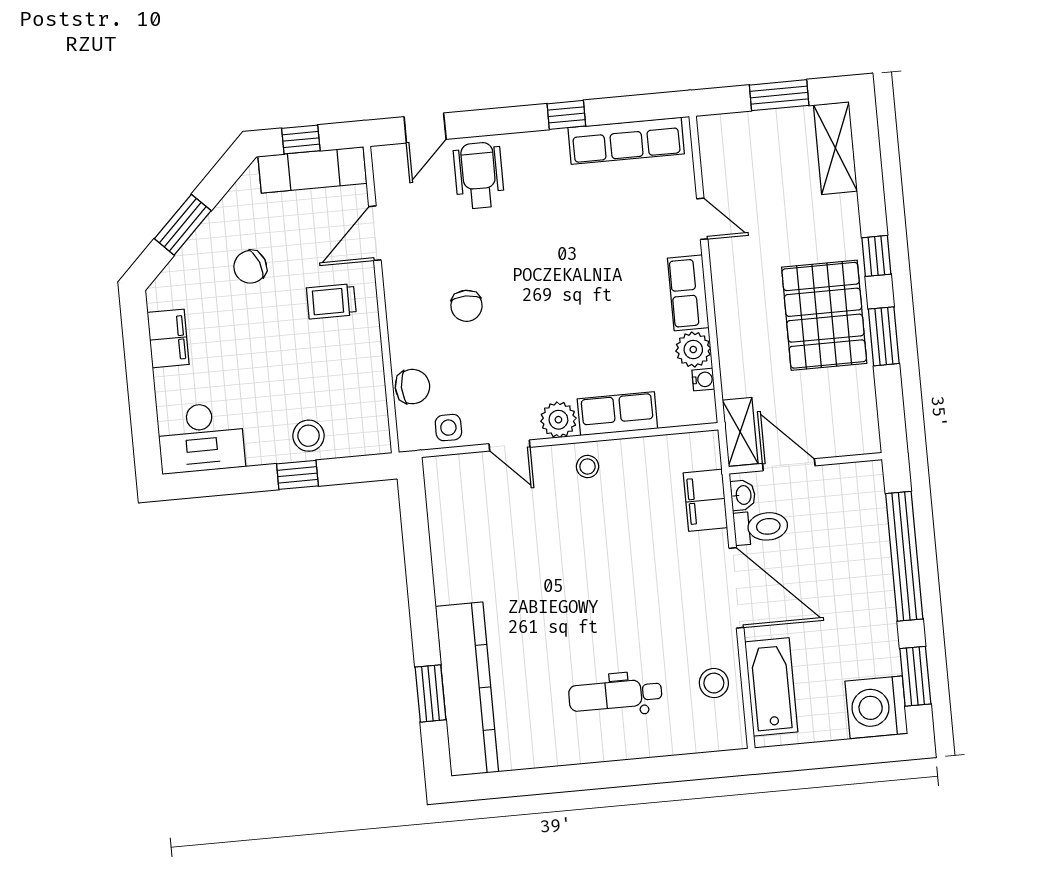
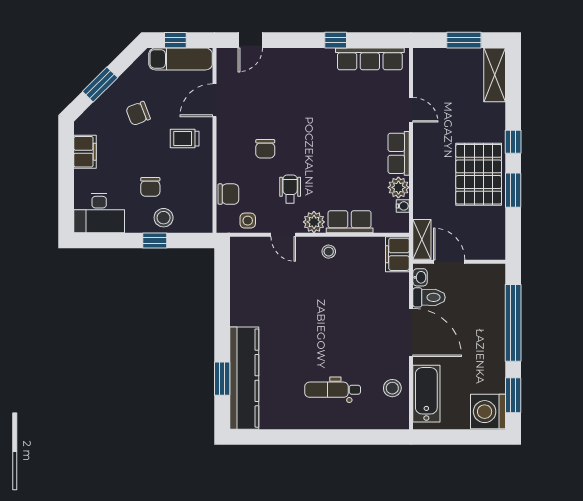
wheelchair: (479, 175) -> (290, 189), moved, width x0.73, depth x0.73
chair: (282, 387) -> (150, 187), added
filing cabinet: (705, 500) -> (397, 254), moved

